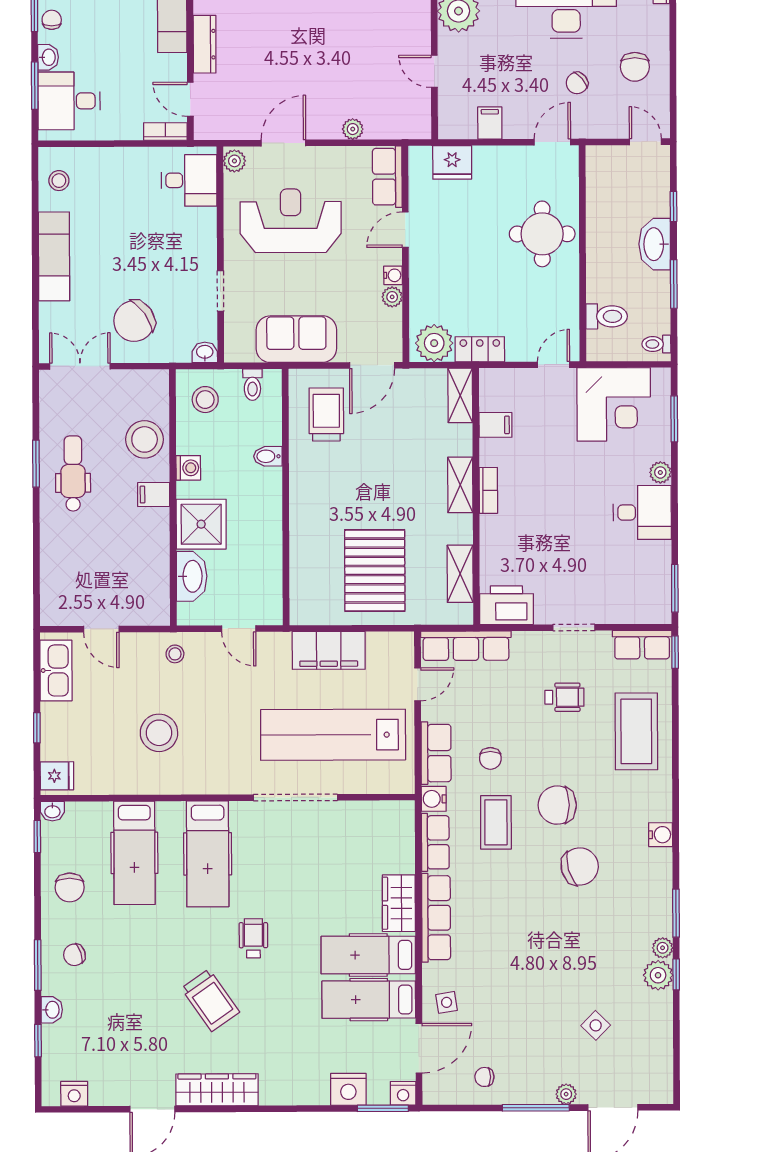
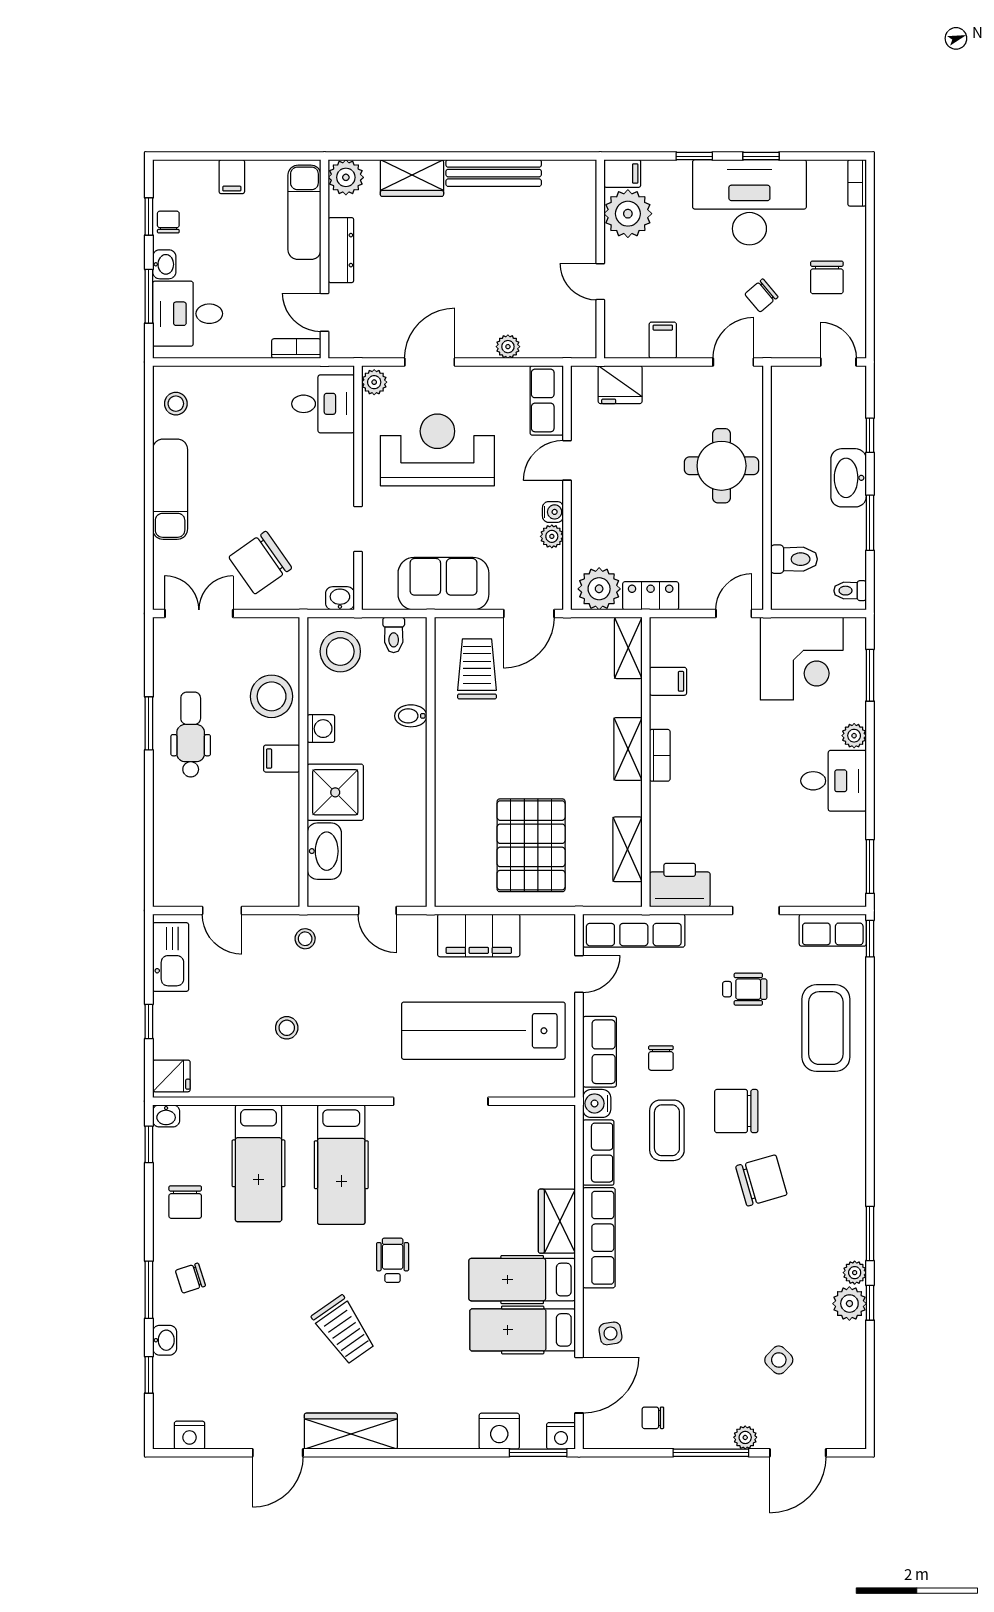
stool: (205, 400) -> (340, 652), width x1.38, depth x1.38
stool: (159, 733) -> (287, 1028), width x0.53, depth x0.53
water cooler: (661, 835) -> (853, 1145), removed

